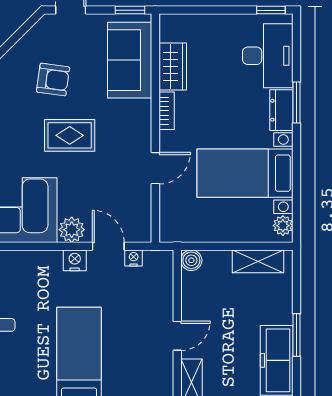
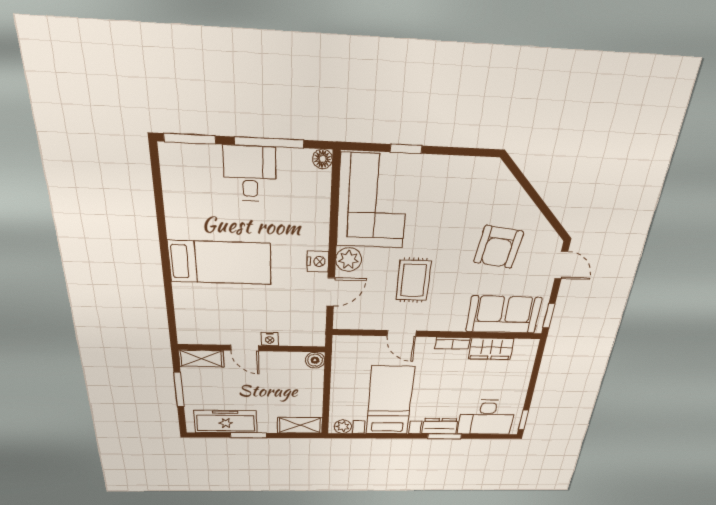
armchair: (53, 80) -> (498, 247), width x1.38, depth x1.38
rug: (70, 135) -> (414, 280), moved
nightstand: (134, 258) -> (270, 339), moved, turned 90
shelving: (258, 261) -> (300, 425), moved, turned 90

